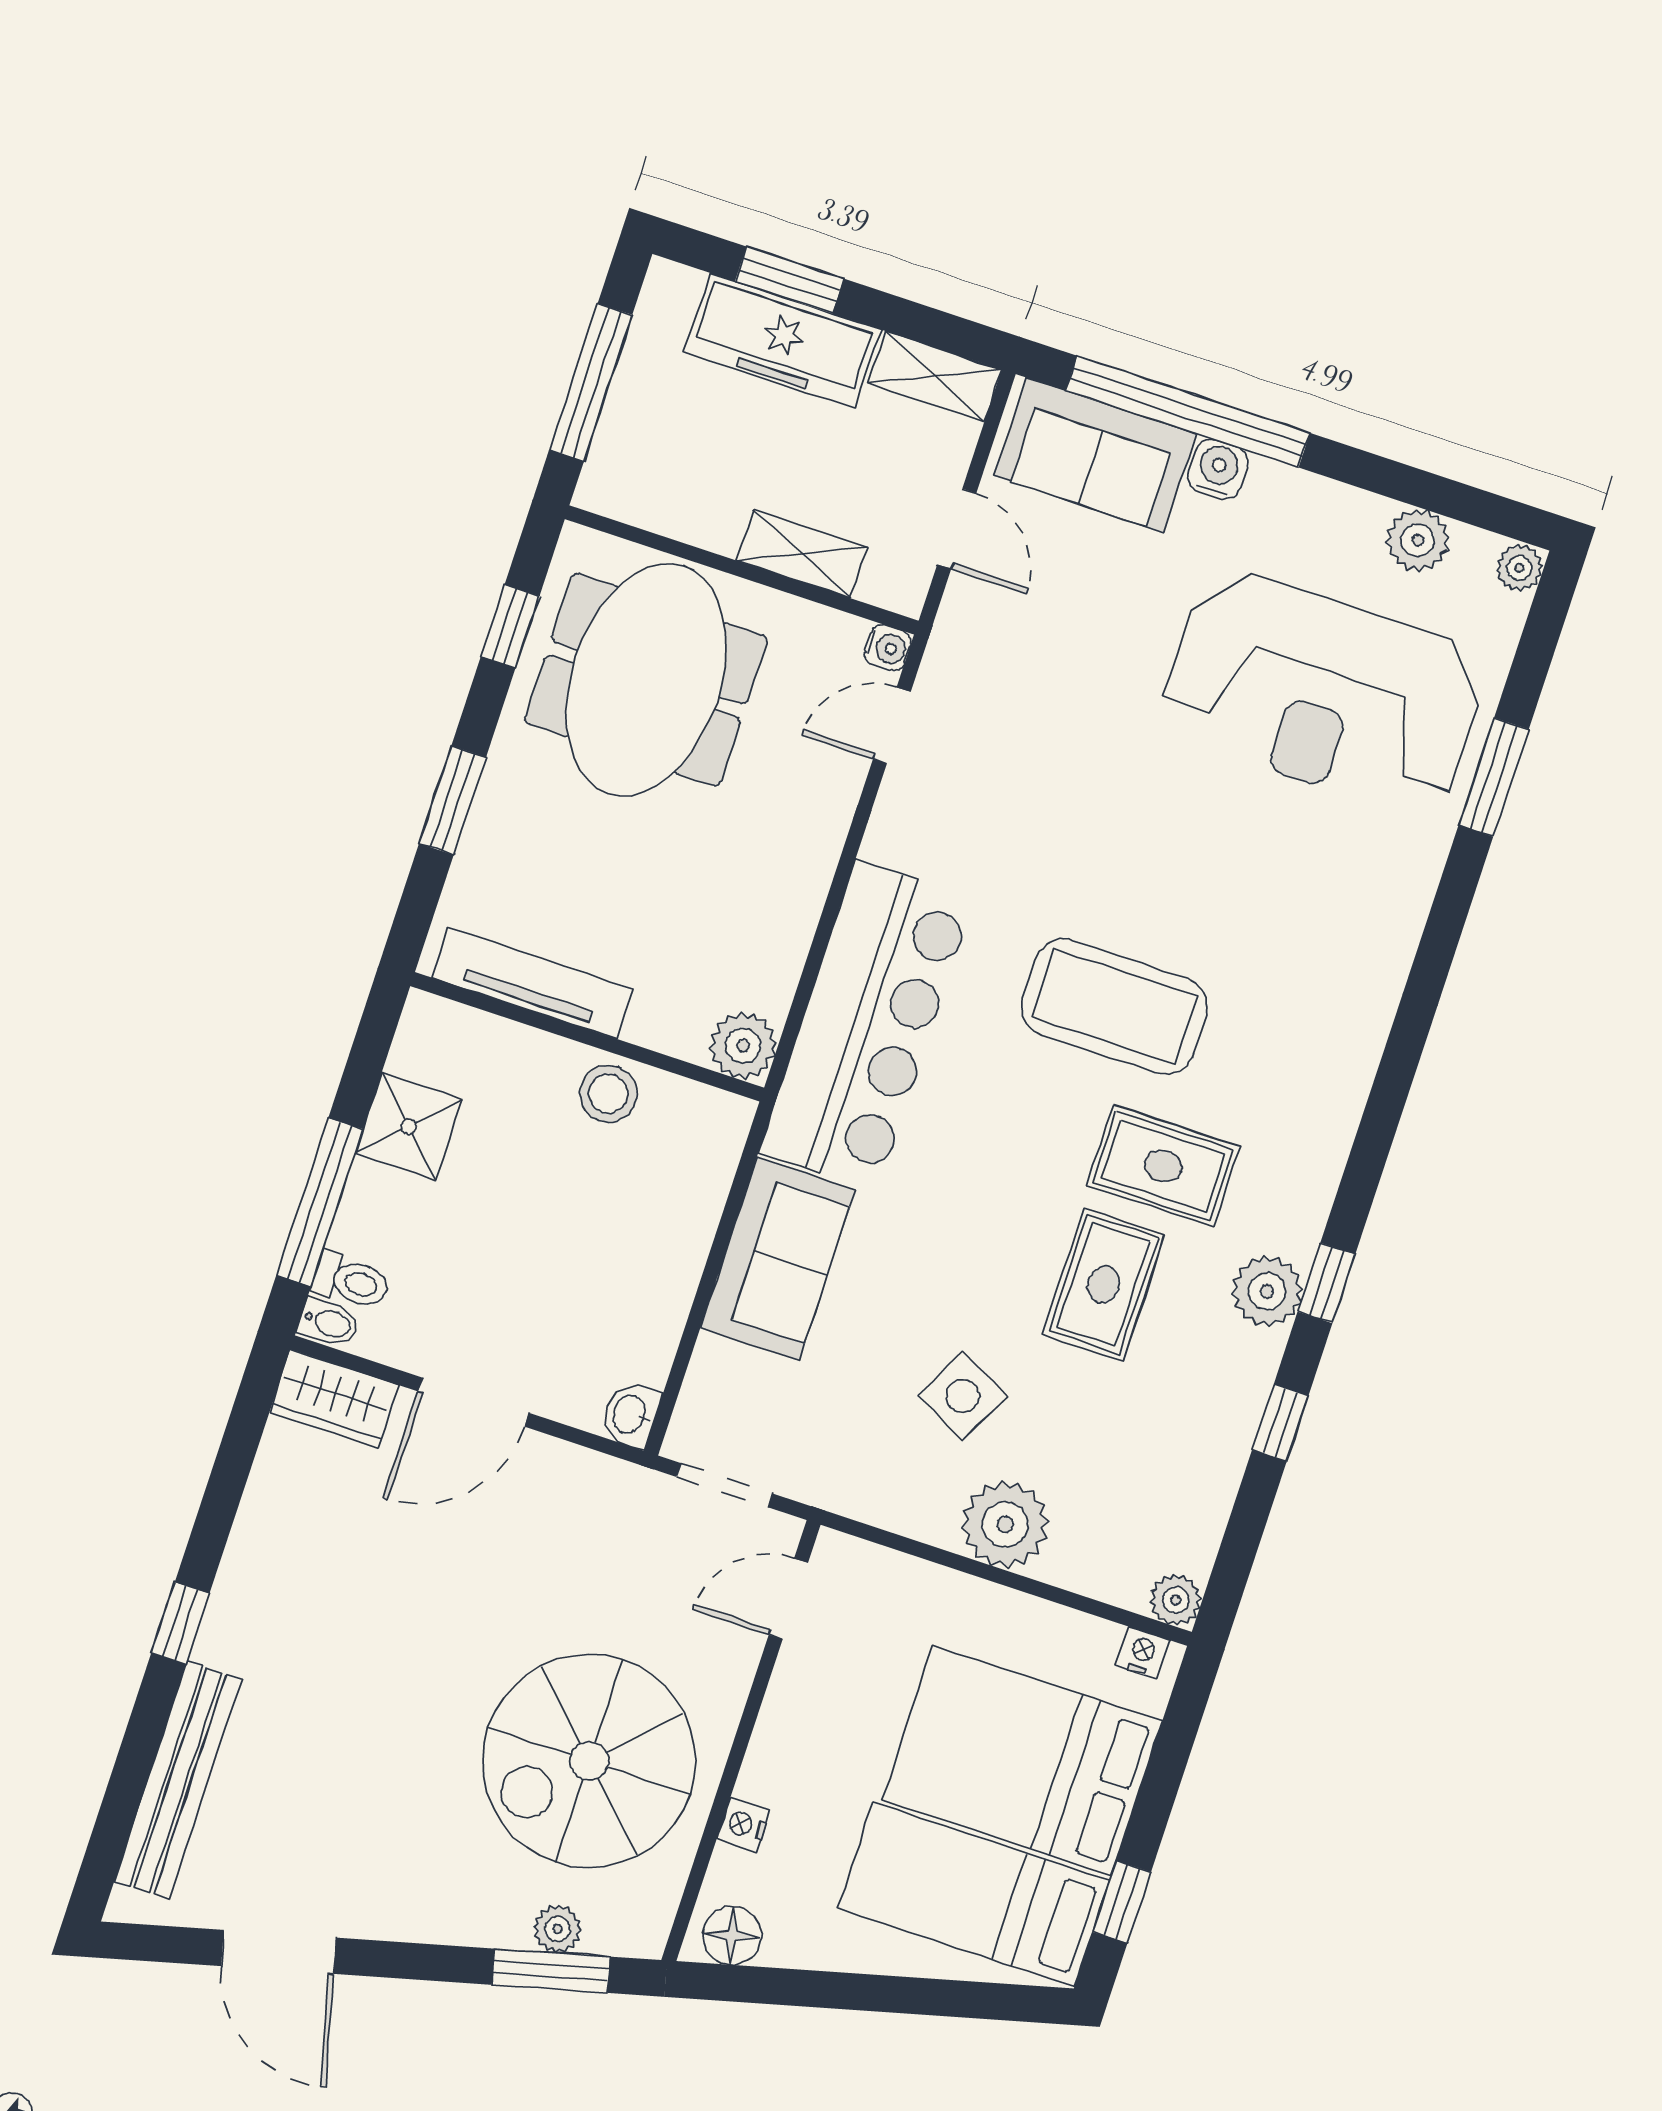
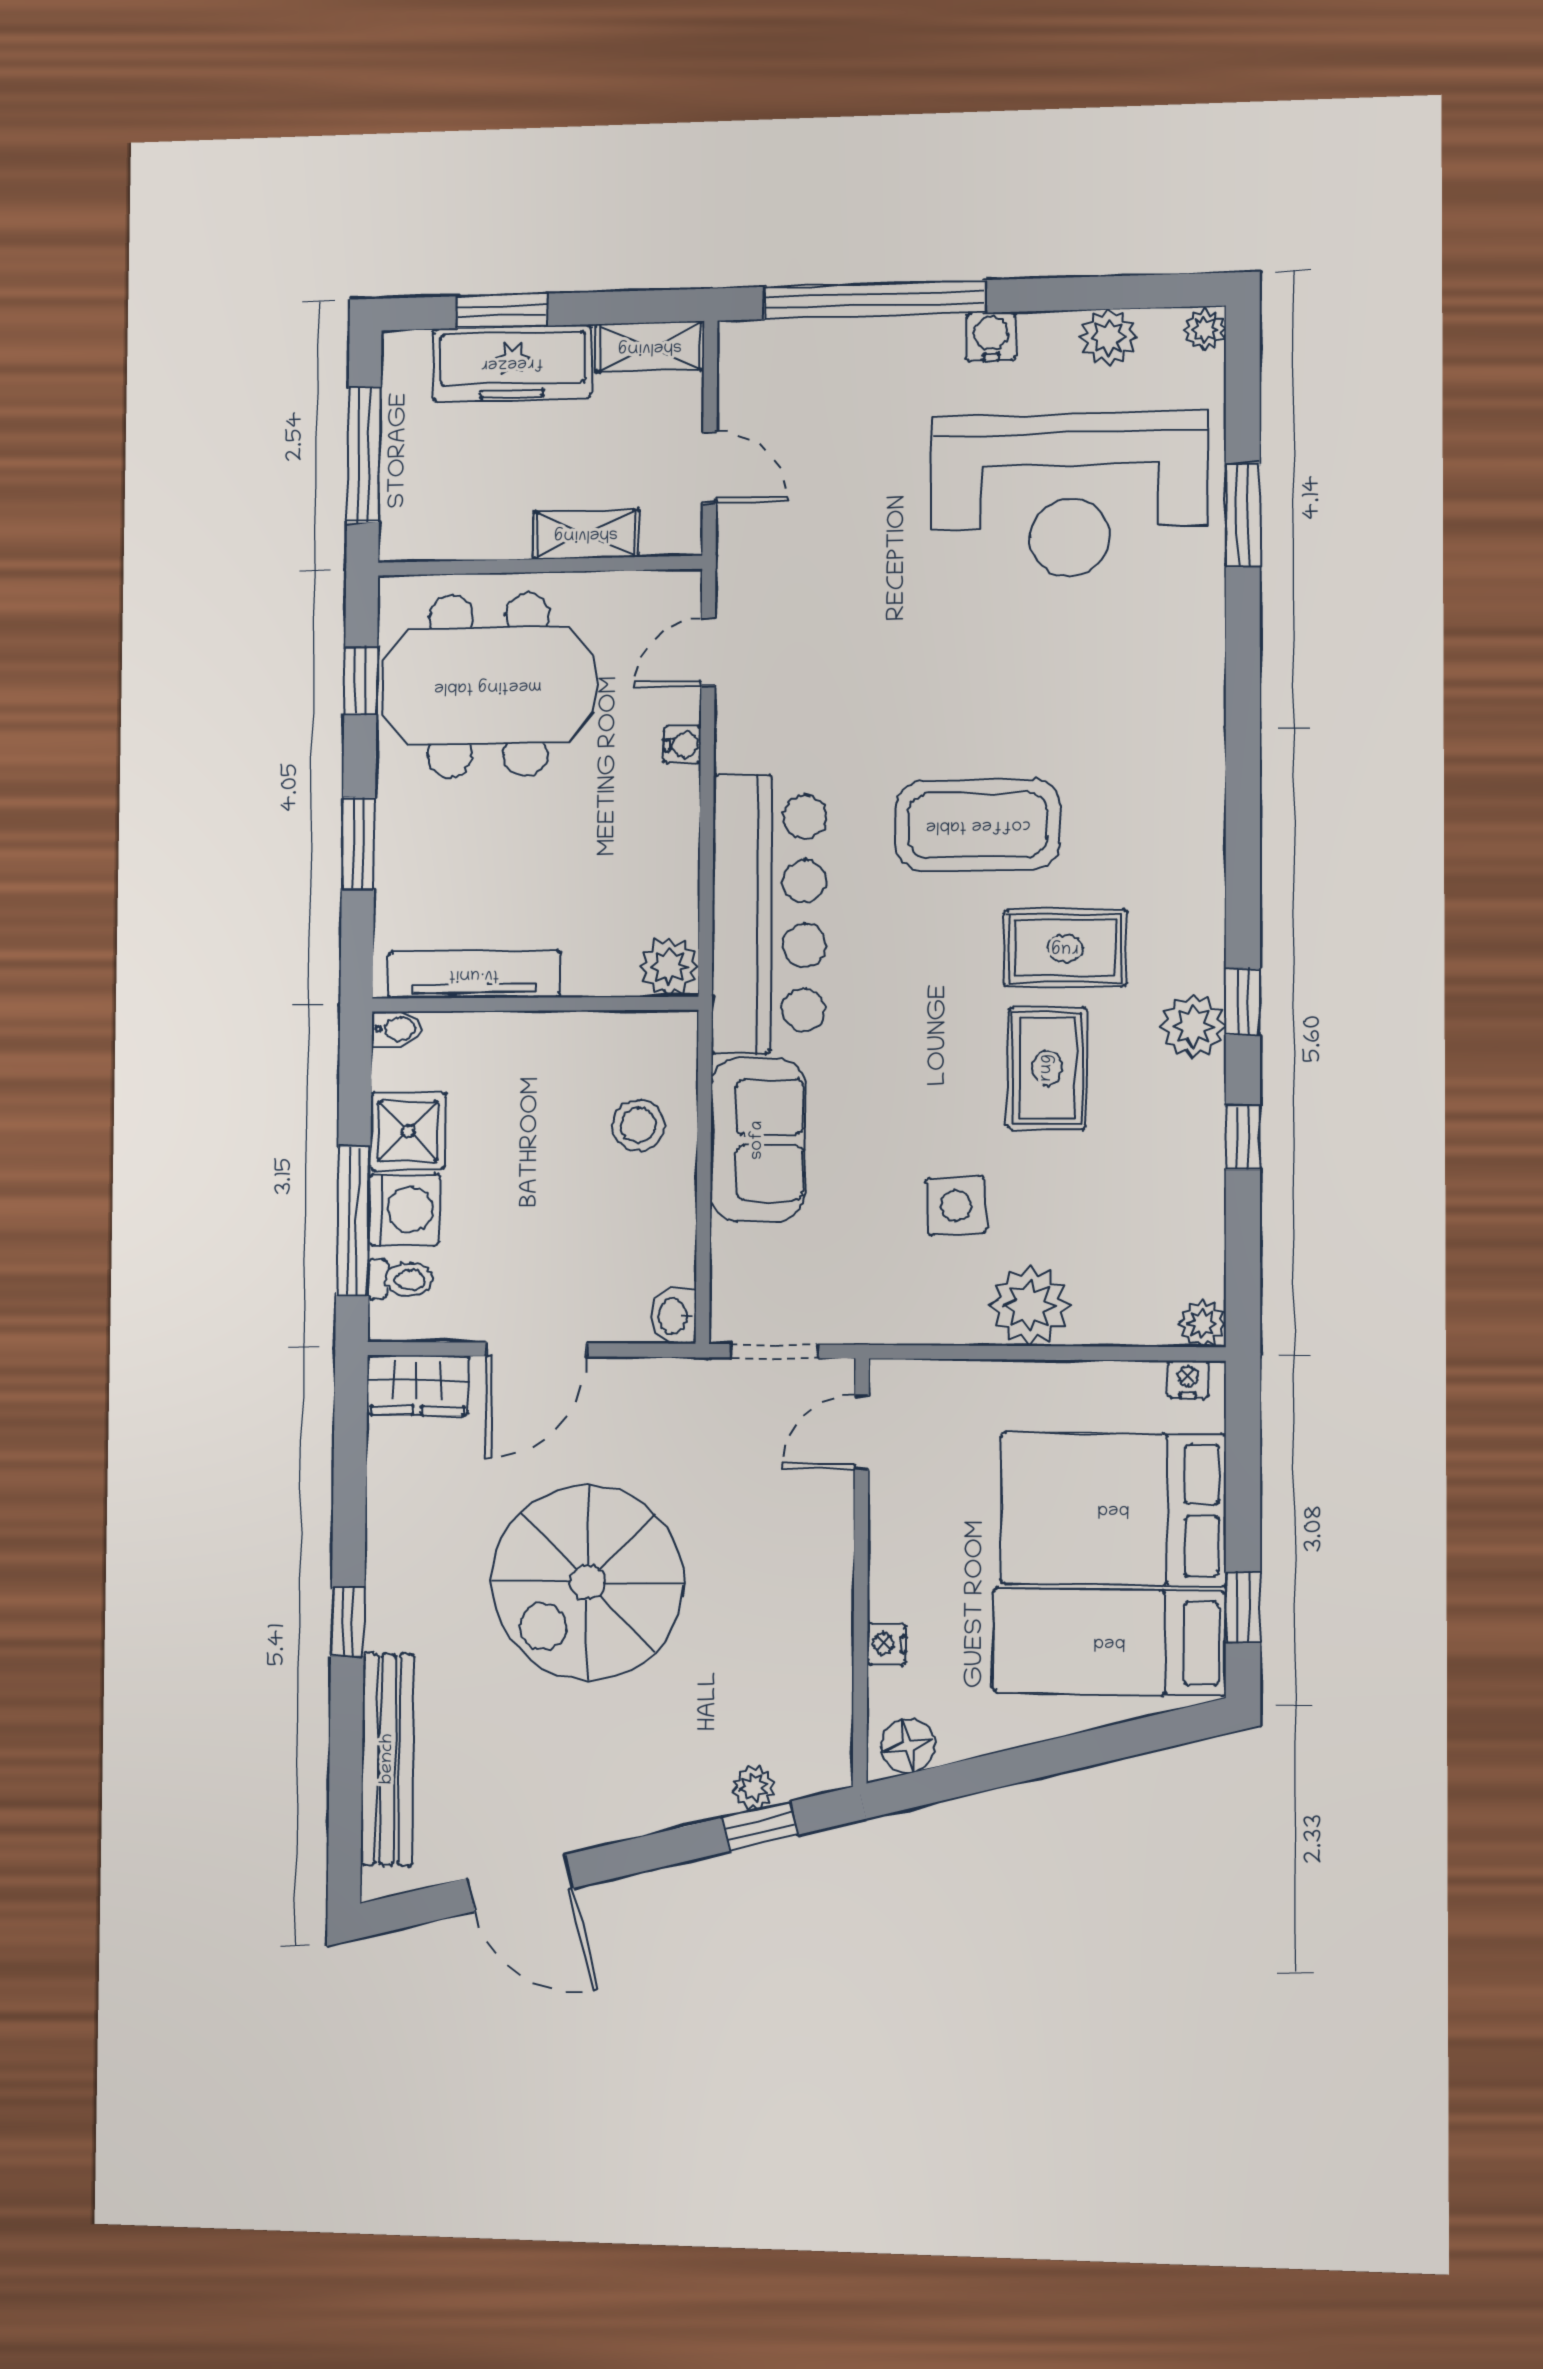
sofa: (1095, 455) -> (807, 364), removed
water cooler: (1218, 469) -> (991, 337), moved
water cooler: (888, 648) -> (682, 745), moved
meeting table: (646, 680) -> (488, 686), turned 90
stool: (608, 1094) -> (638, 1125), moved
washing machine: (379, 1208) -> (404, 1210), added
bidet: (329, 1322) -> (397, 1029), moved
side table: (963, 1396) -> (956, 1206), turned -31
spiral stairs: (589, 1761) -> (587, 1582), moved
window: (551, 1971) -> (760, 1826), width x0.67

